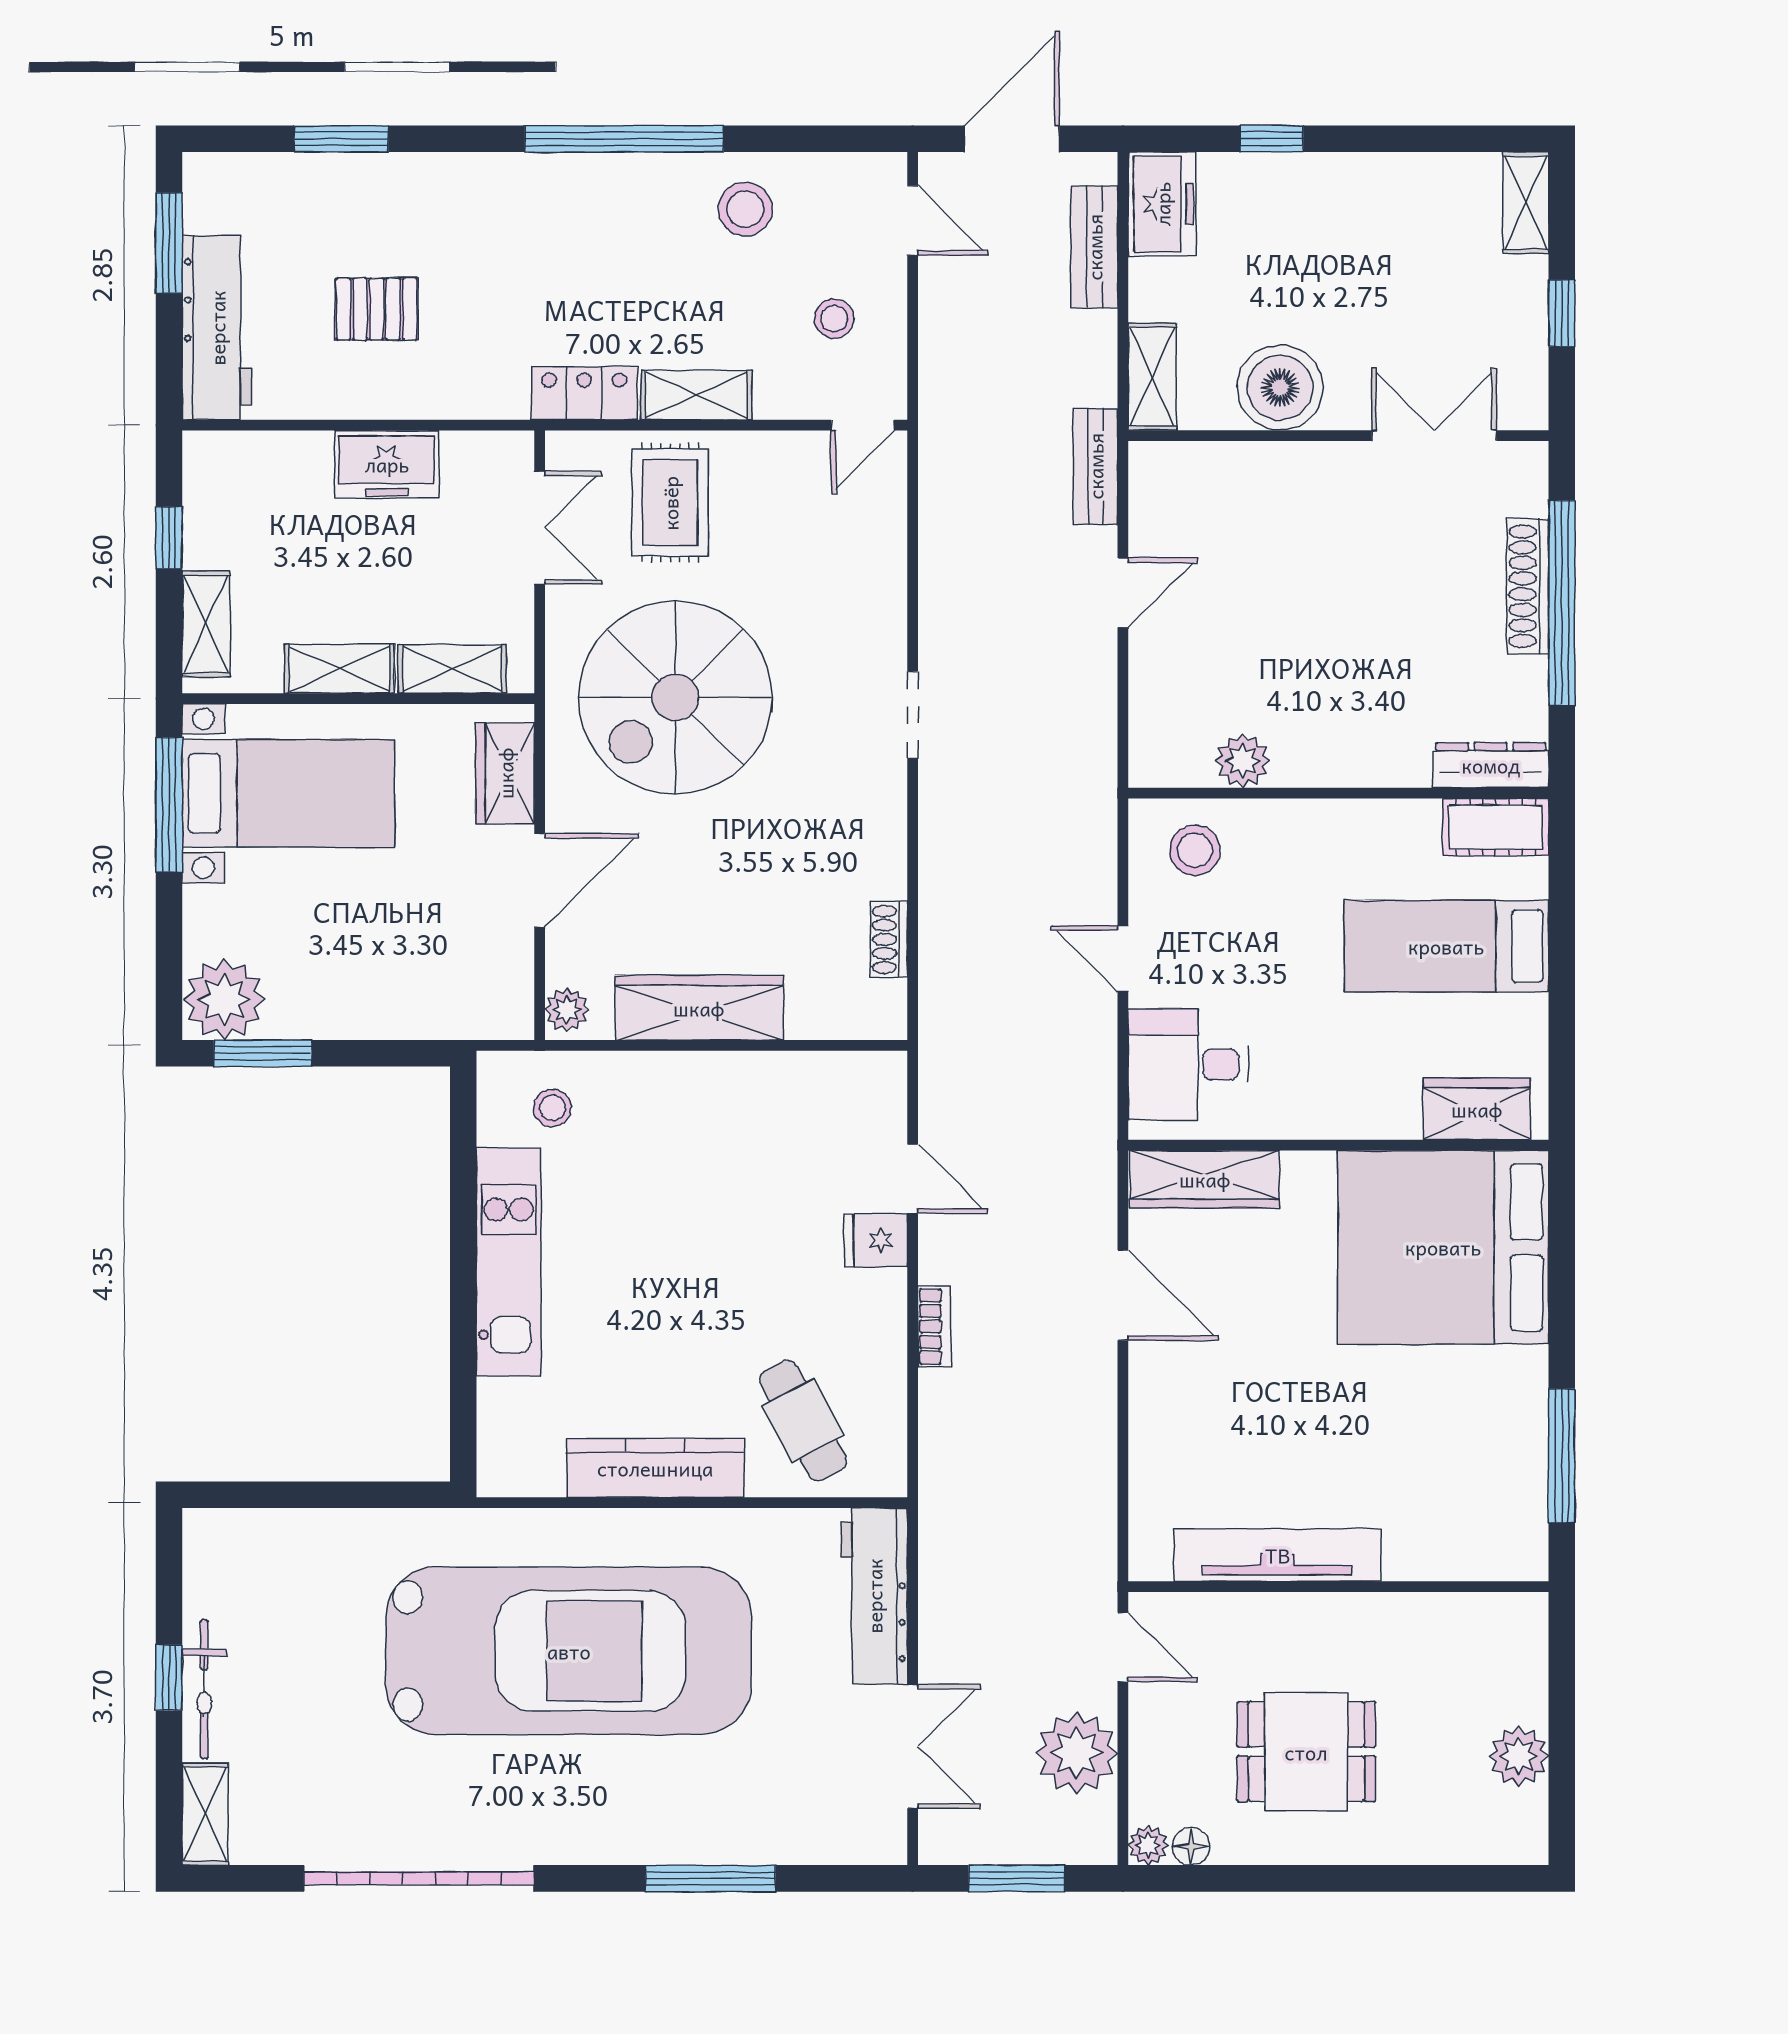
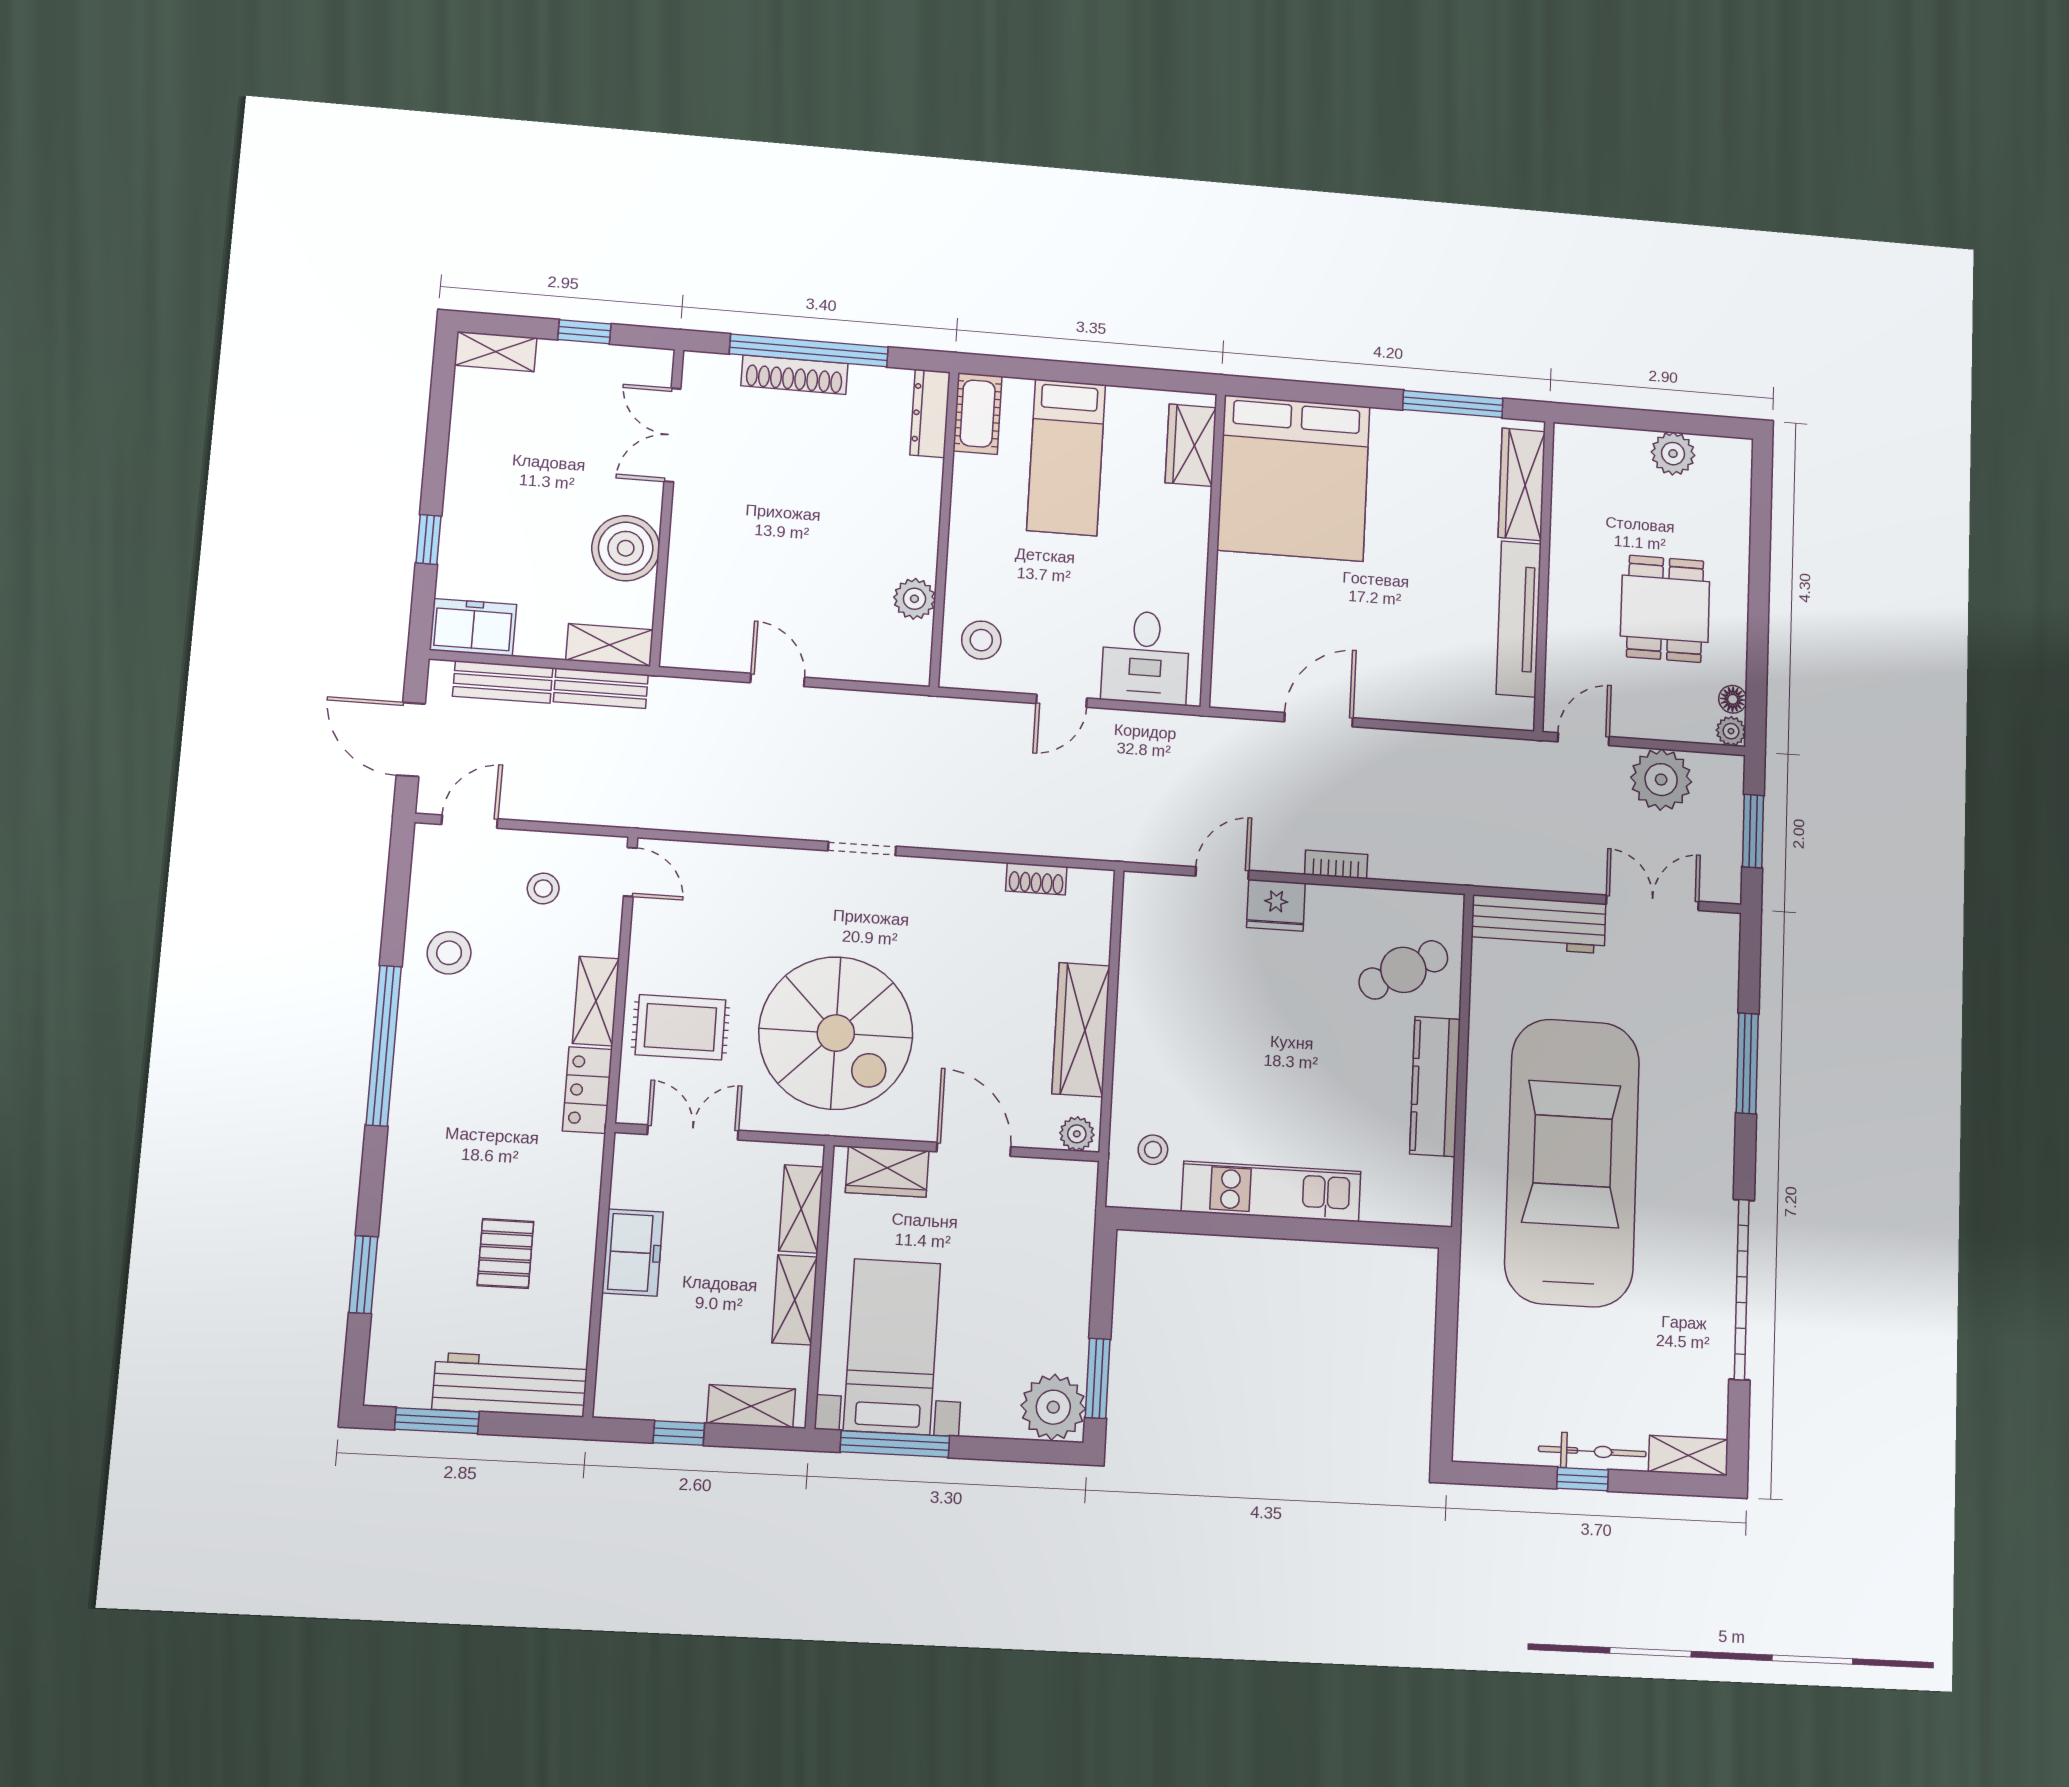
bench: (1095, 466) -> (601, 688), moved
wardrobe: (1205, 1179) -> (1522, 484), moved, turned 180
fridge: (876, 1240) -> (1276, 905), width x1.38

